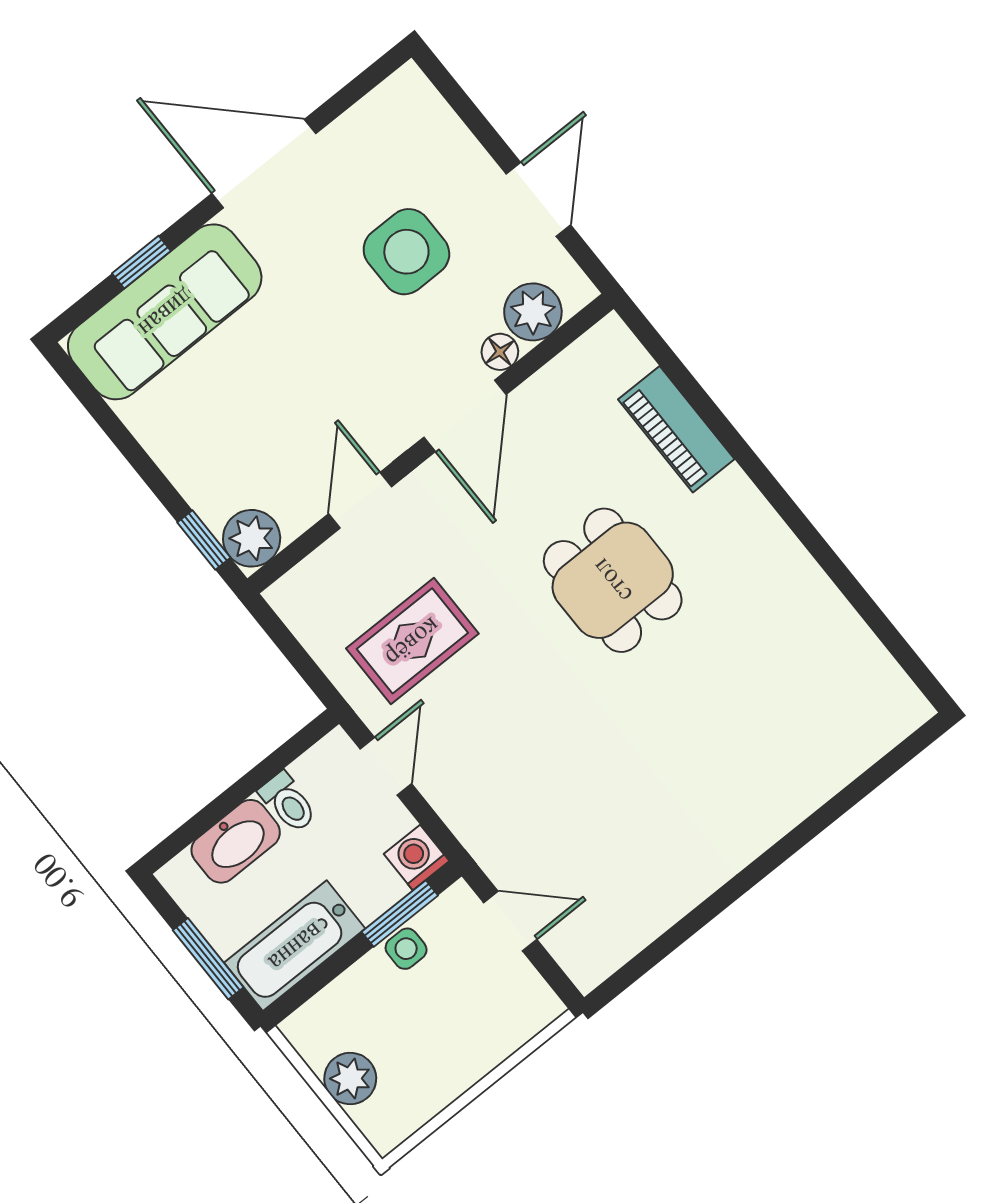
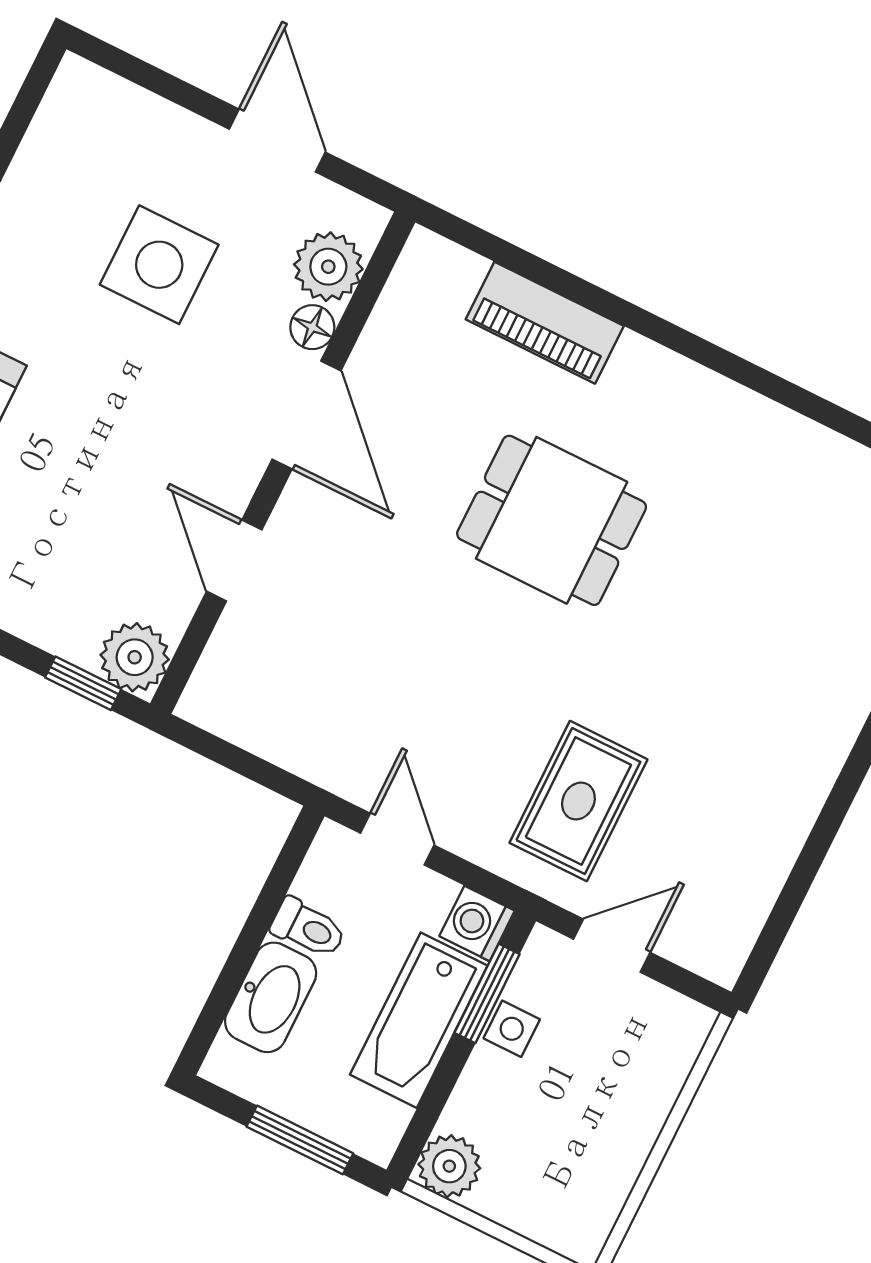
rug: (412, 641) -> (578, 801), moved
bathtub: (295, 946) -> (419, 1020), moved
plant: (350, 1079) -> (449, 1166), moved

